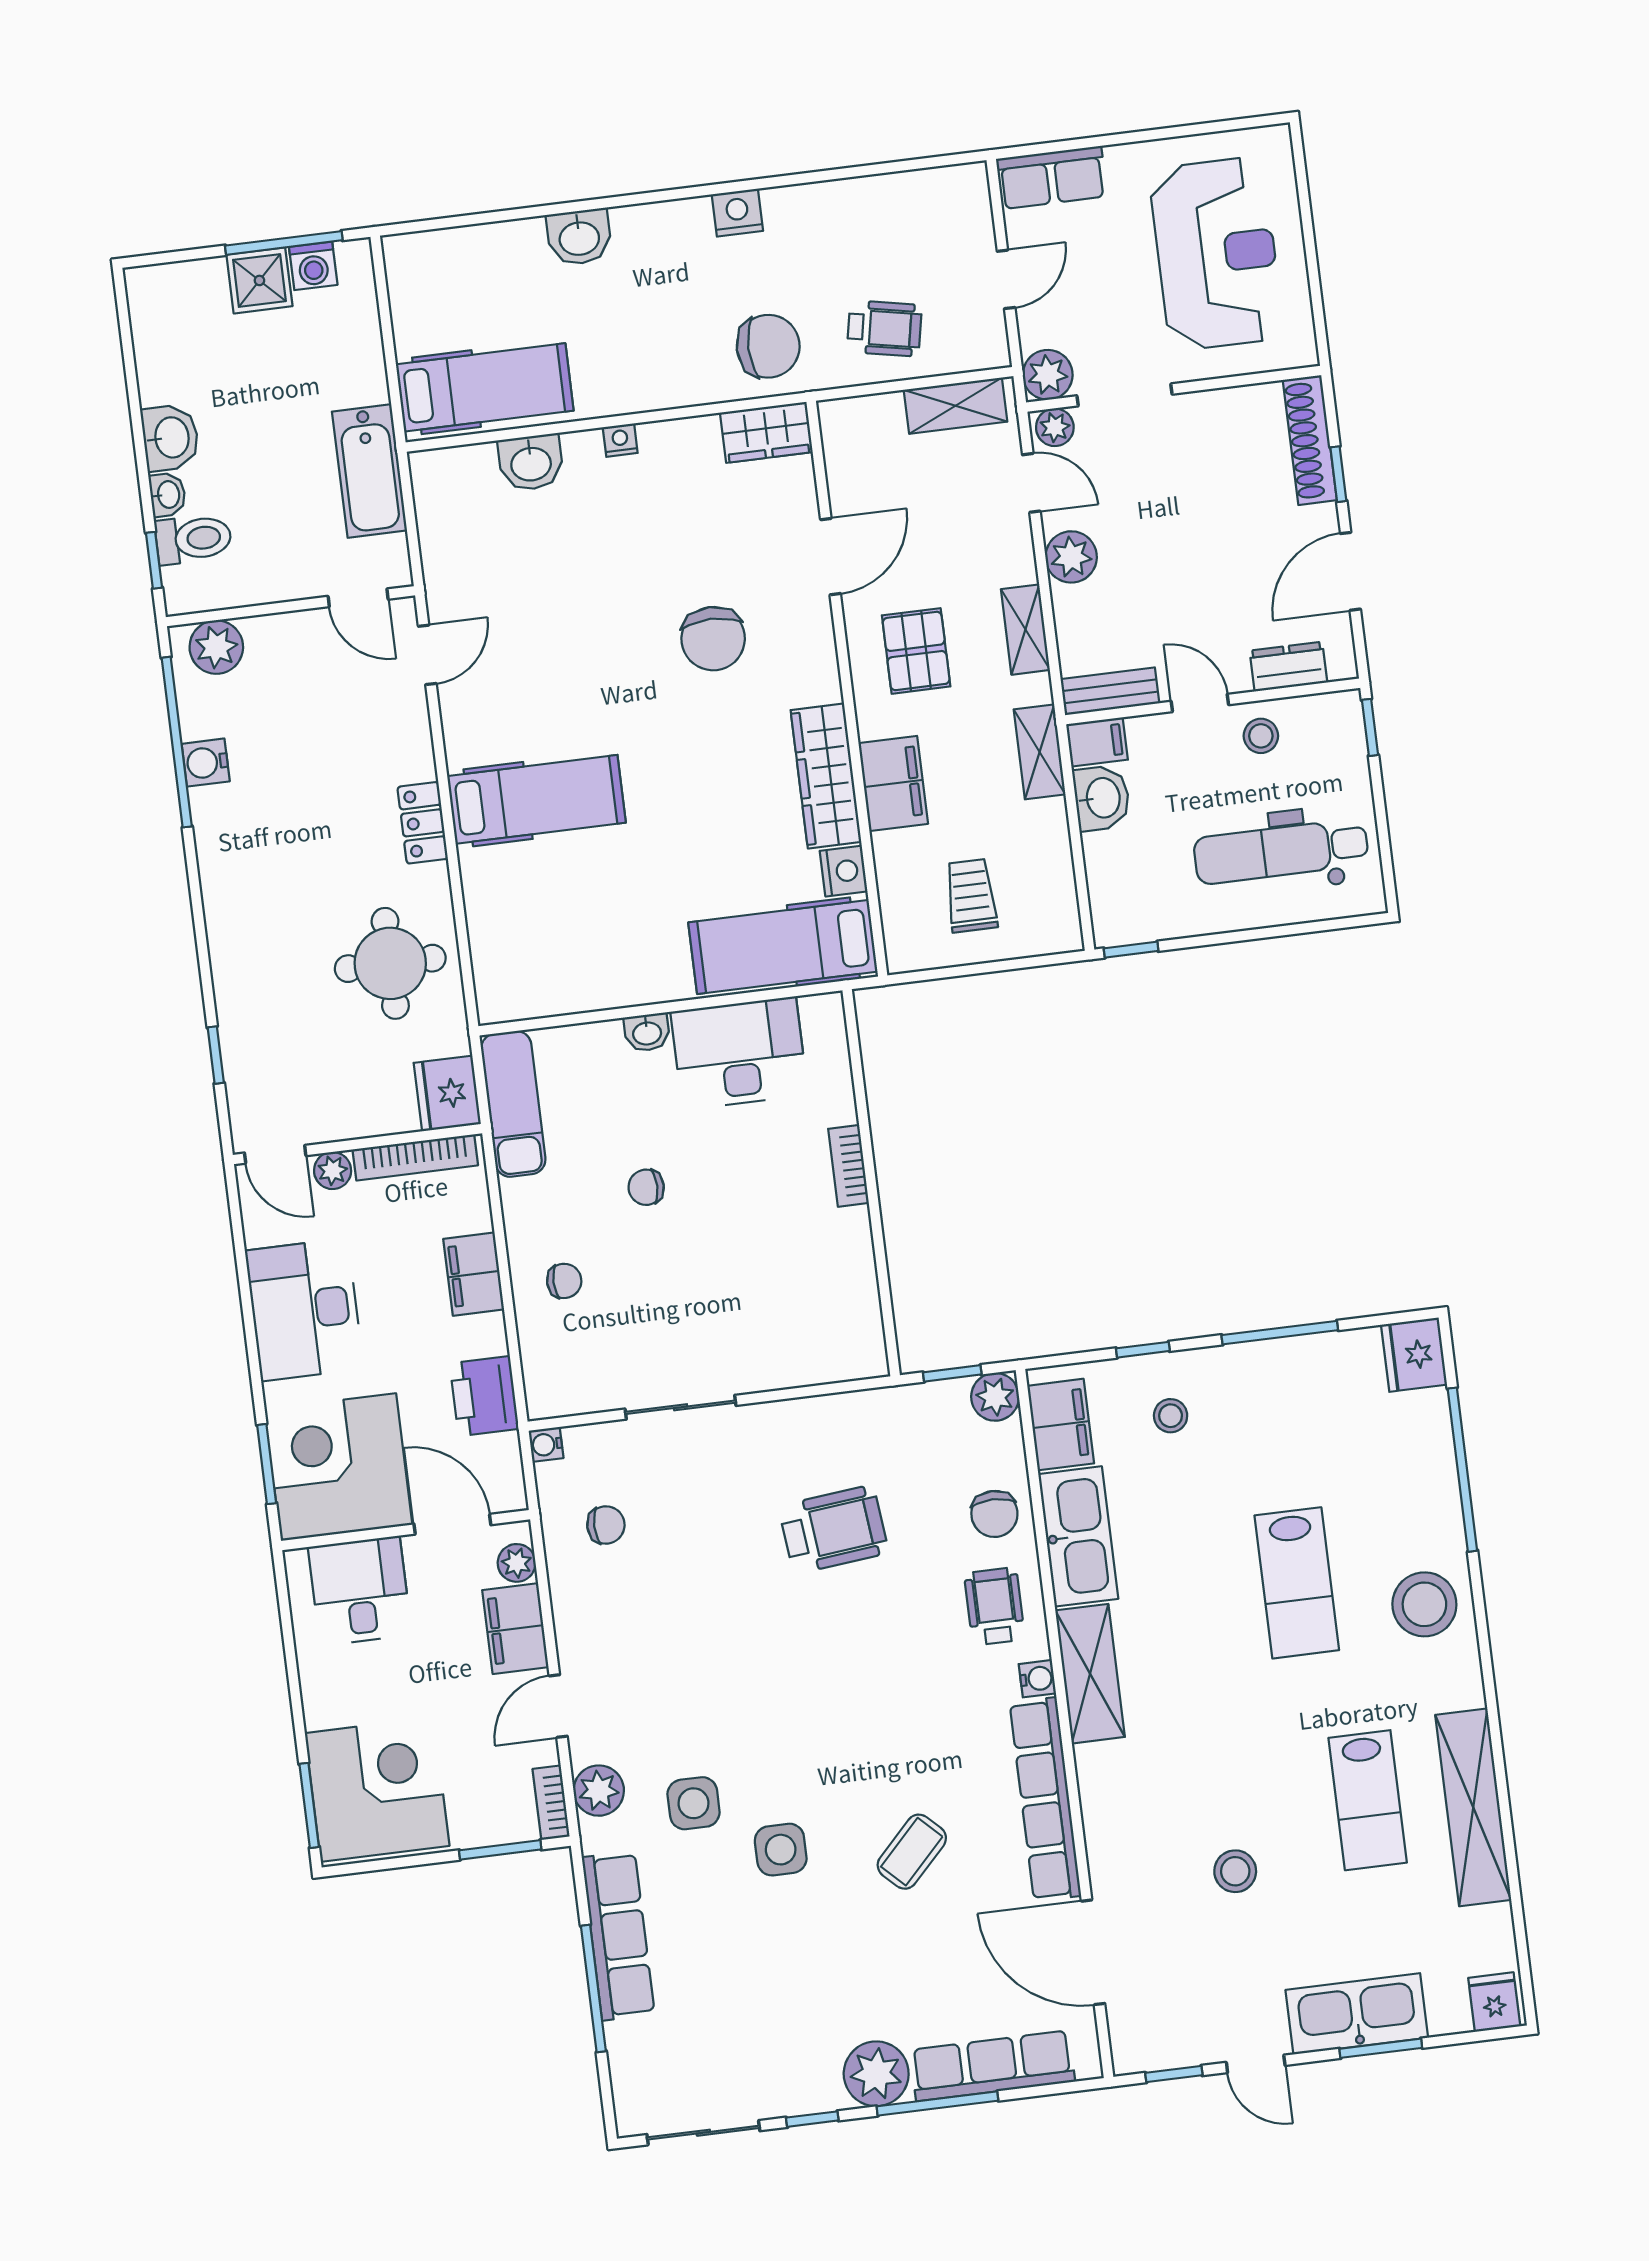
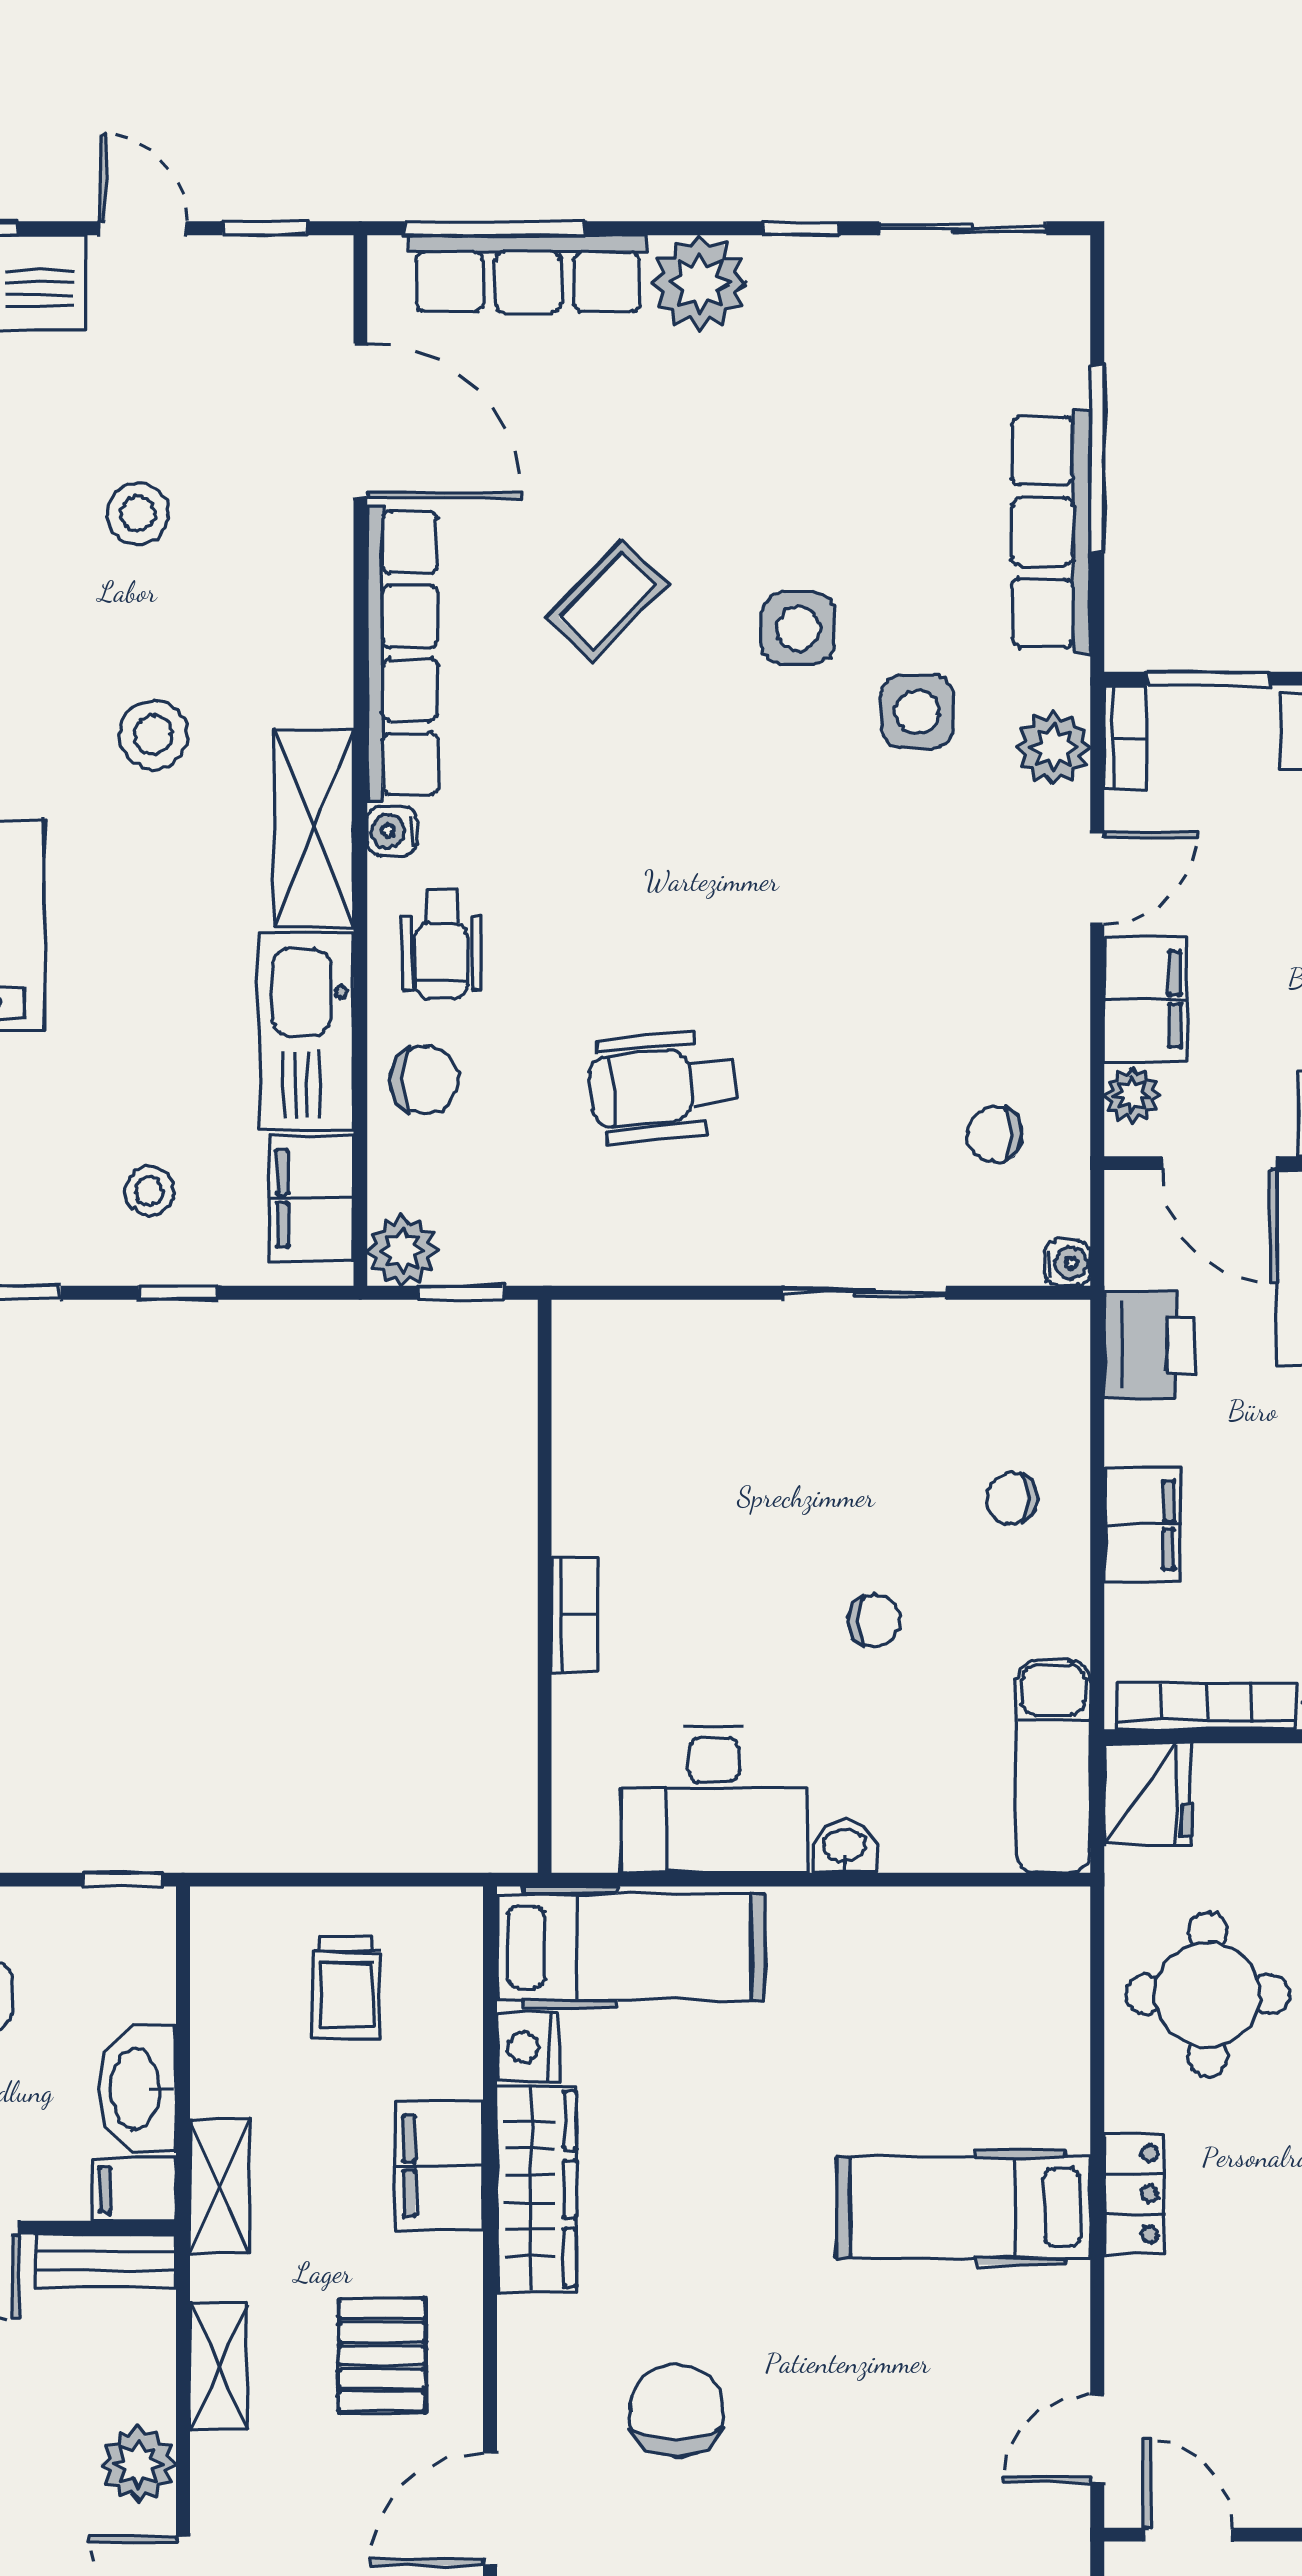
washbasin: (1102, 798) -> (137, 2089), width x1.38
chair: (994, 1514) -> (425, 1080), turned 90
stool: (1206, 1724) -> (153, 735), added
window: (937, 2104) -> (494, 228), moved

